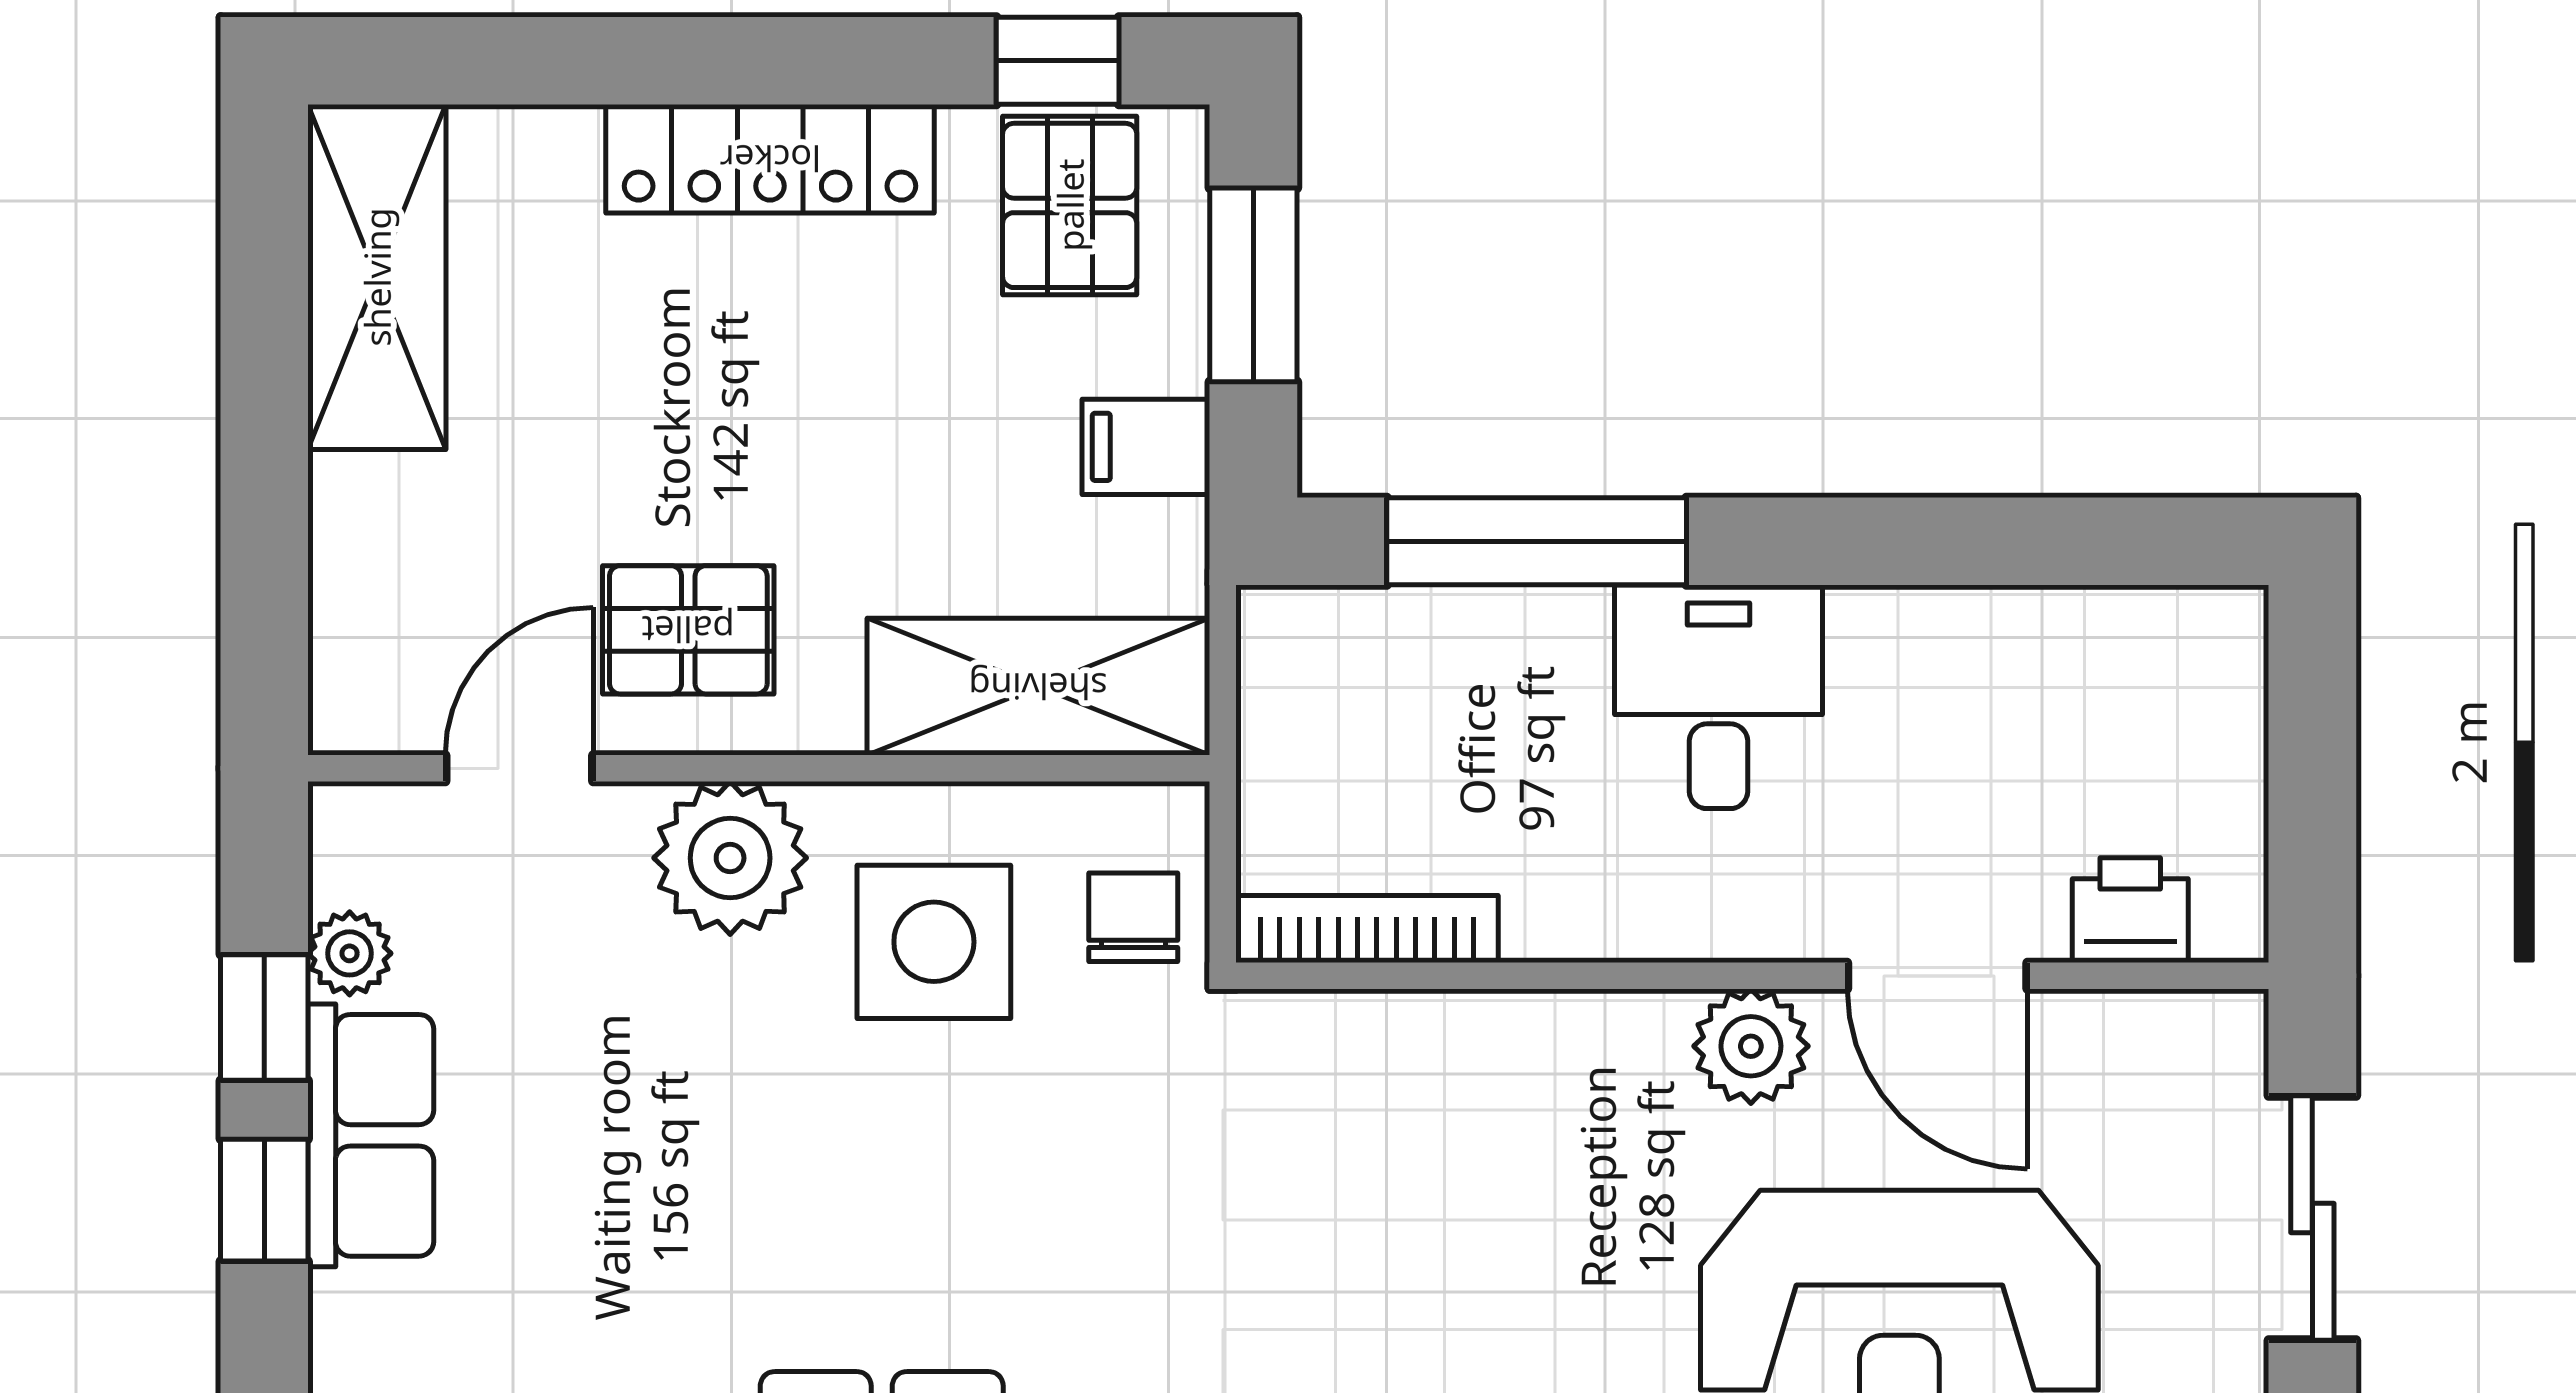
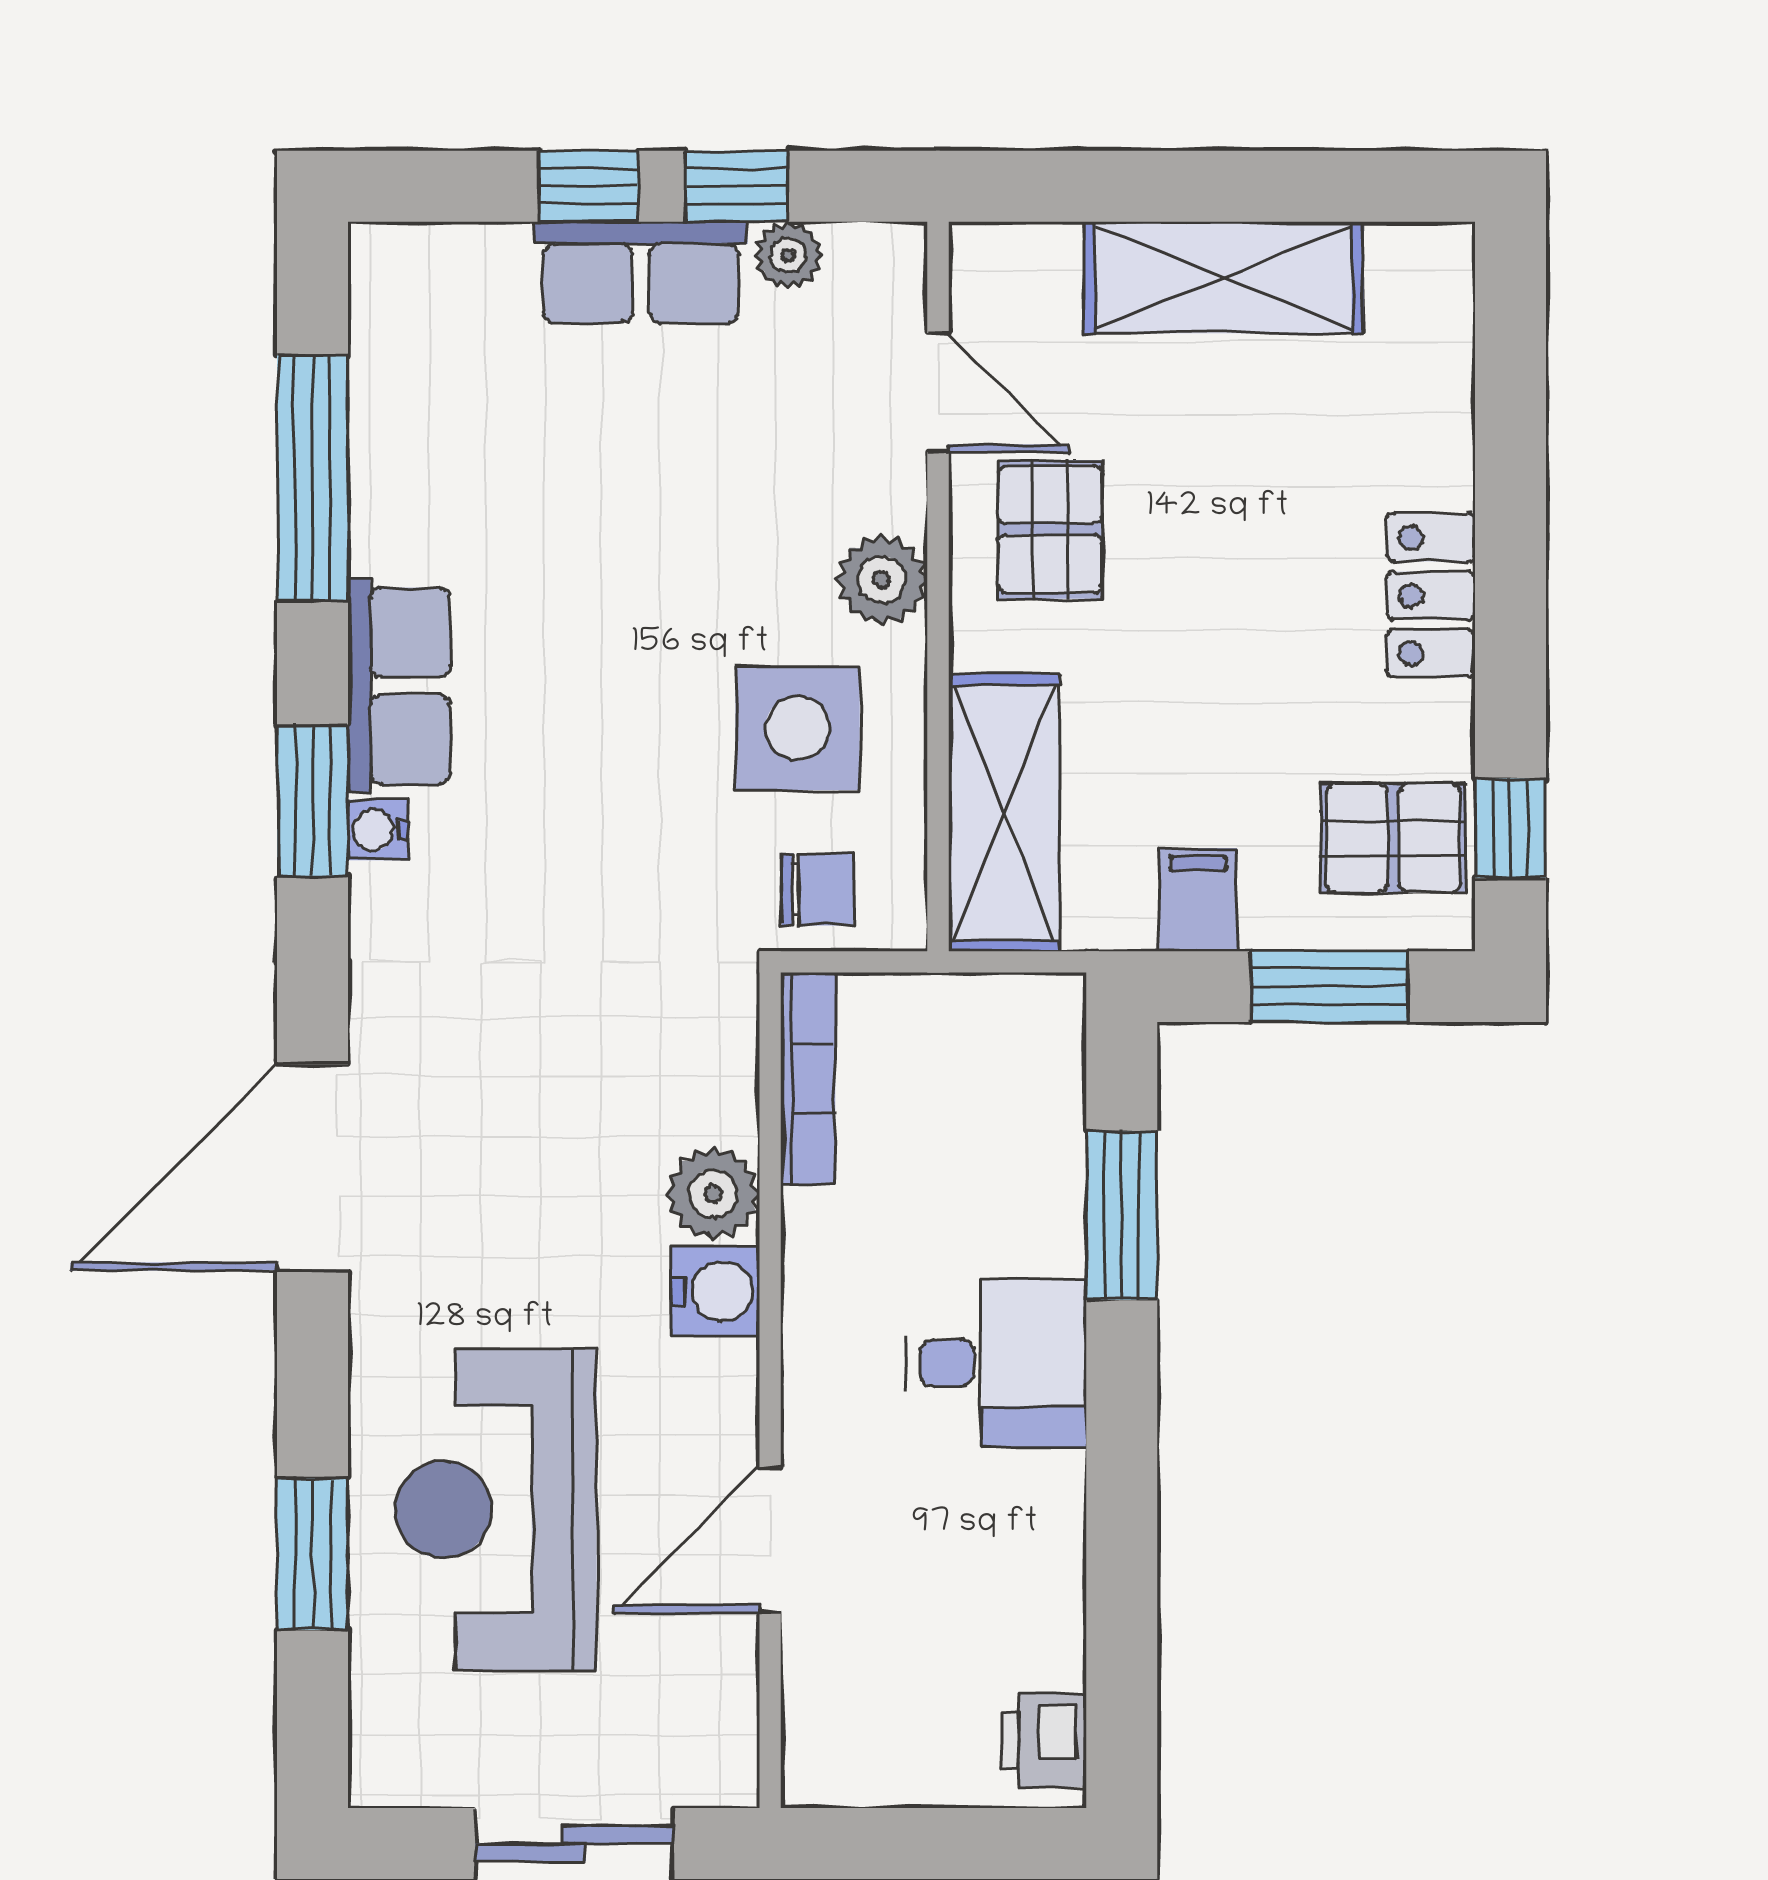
locker: (770, 159) -> (1431, 596), width x0.66
shelving: (377, 277) -> (1224, 277), moved
window: (1537, 541) -> (1122, 1216), width x0.69
plant: (730, 858) -> (882, 580), width x0.73, depth x0.73
printer: (2130, 910) -> (1044, 1740), moved, turned 180
water cooler: (1630, 1044) -> (715, 1291), added
plant: (1751, 1046) -> (713, 1194), moved

